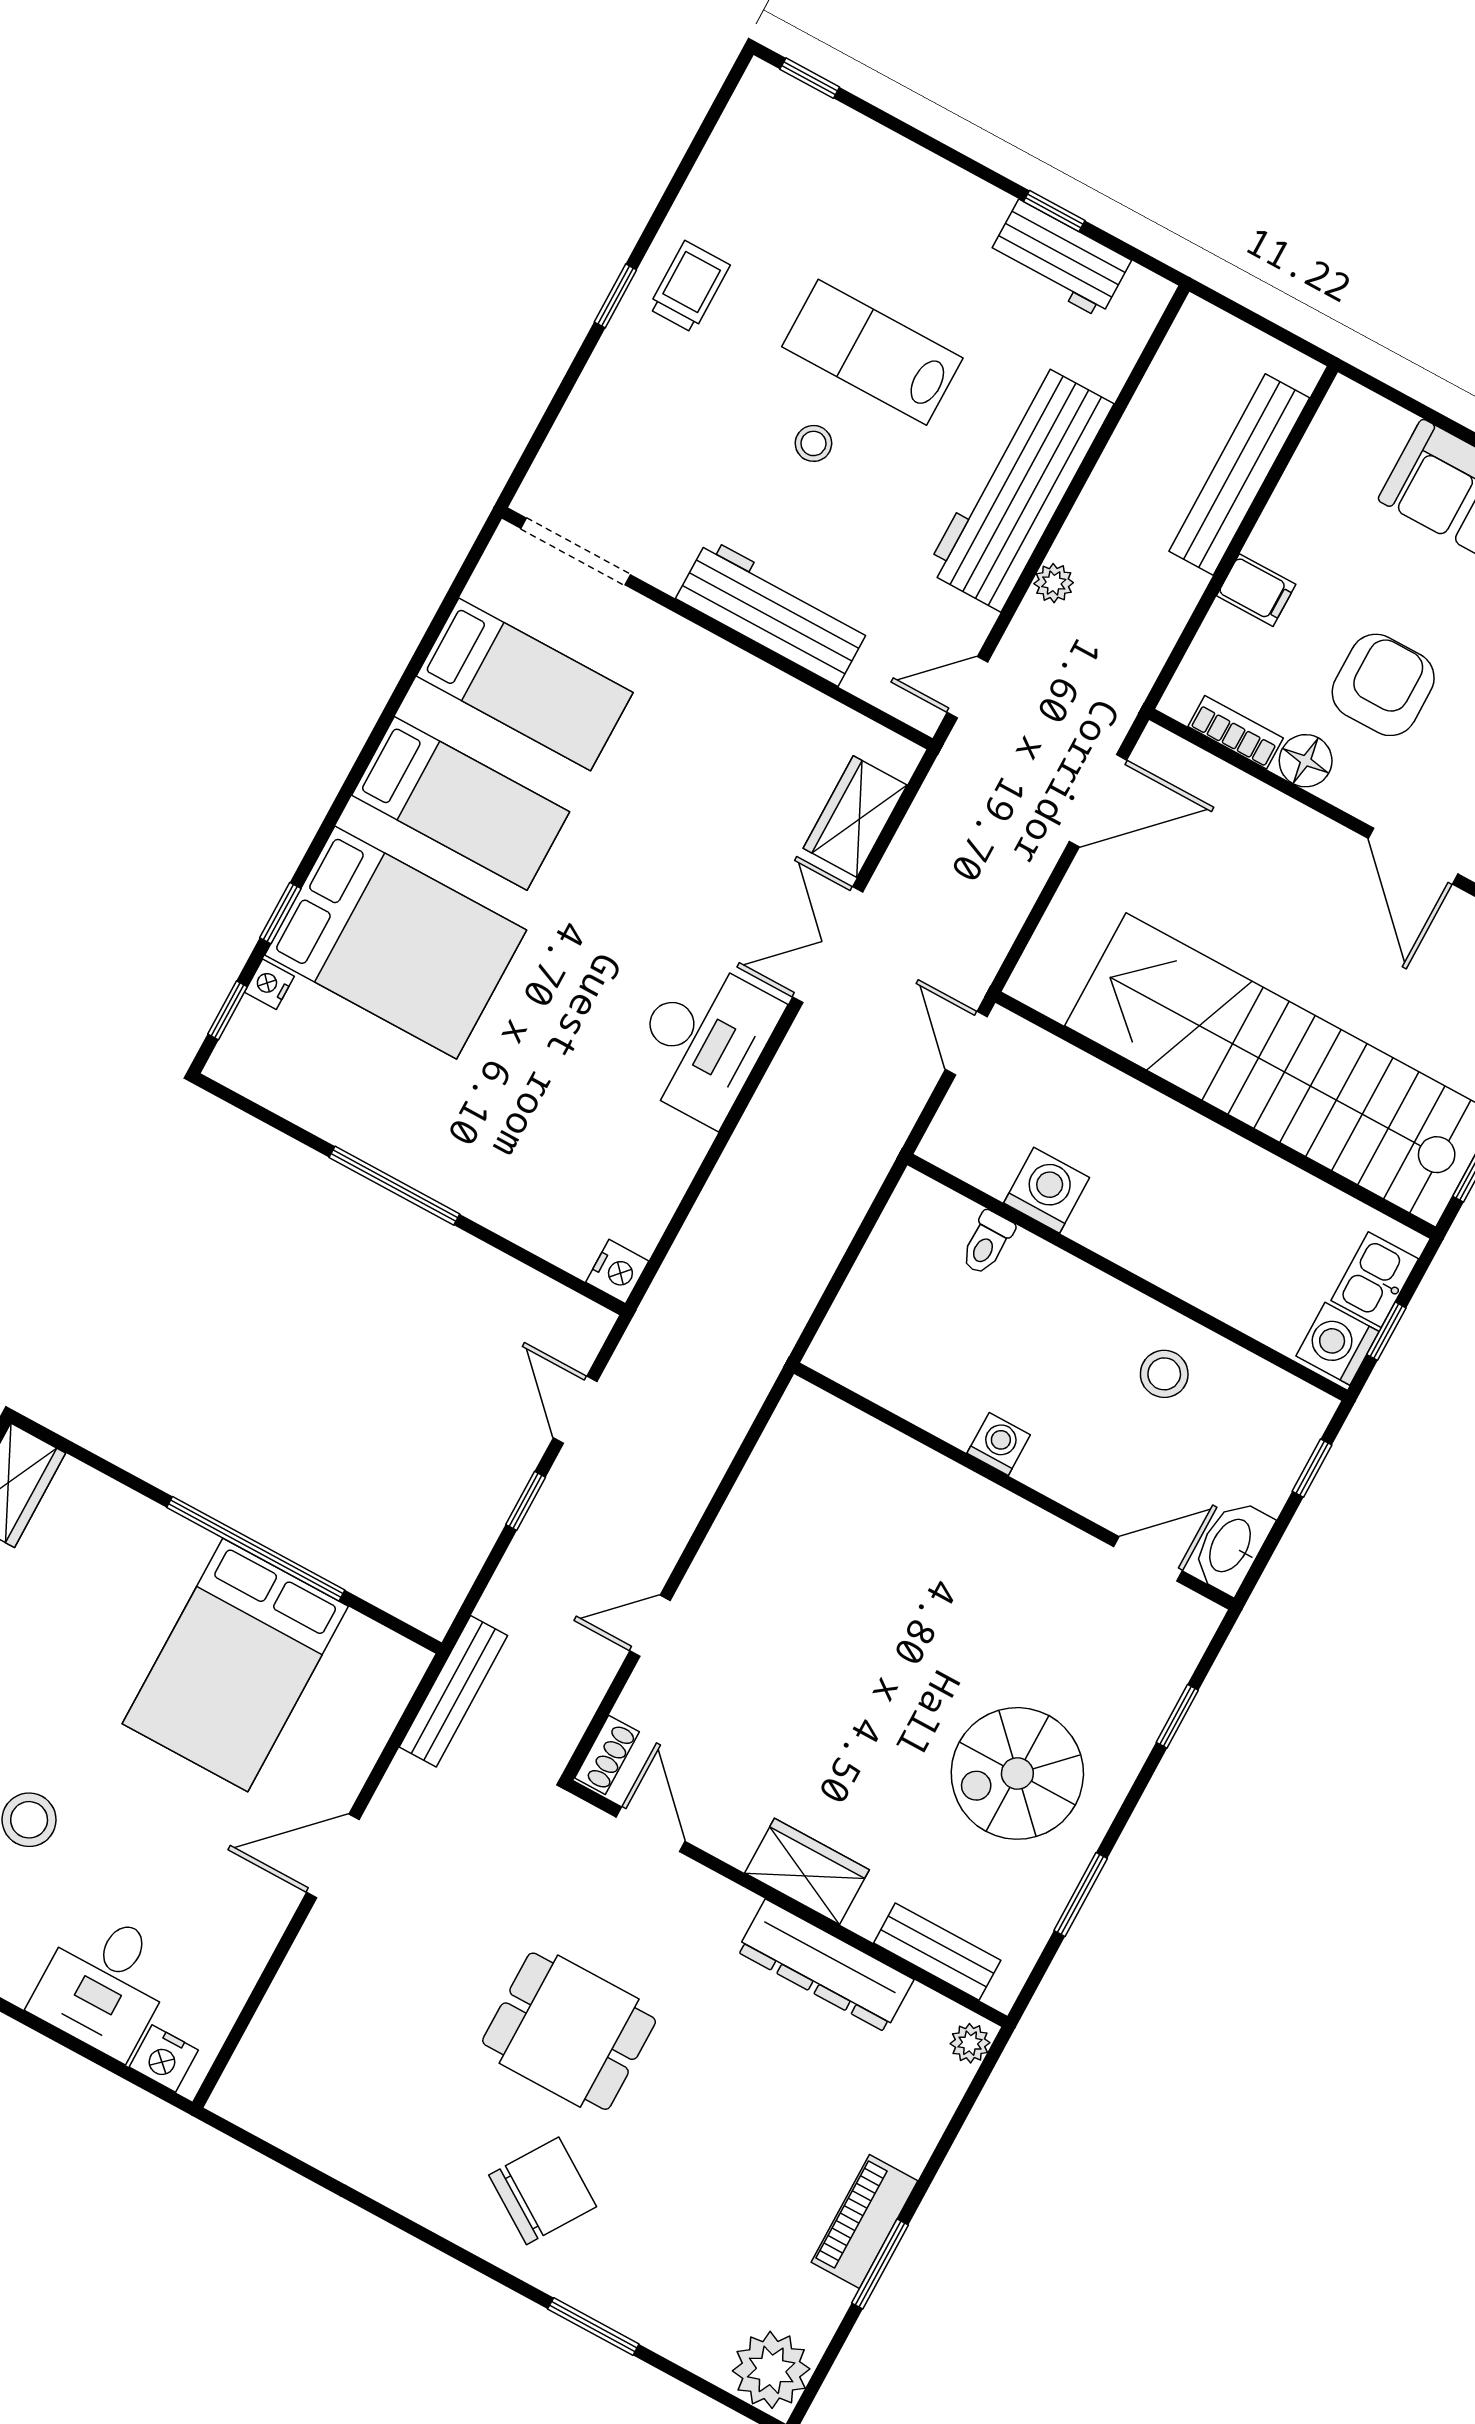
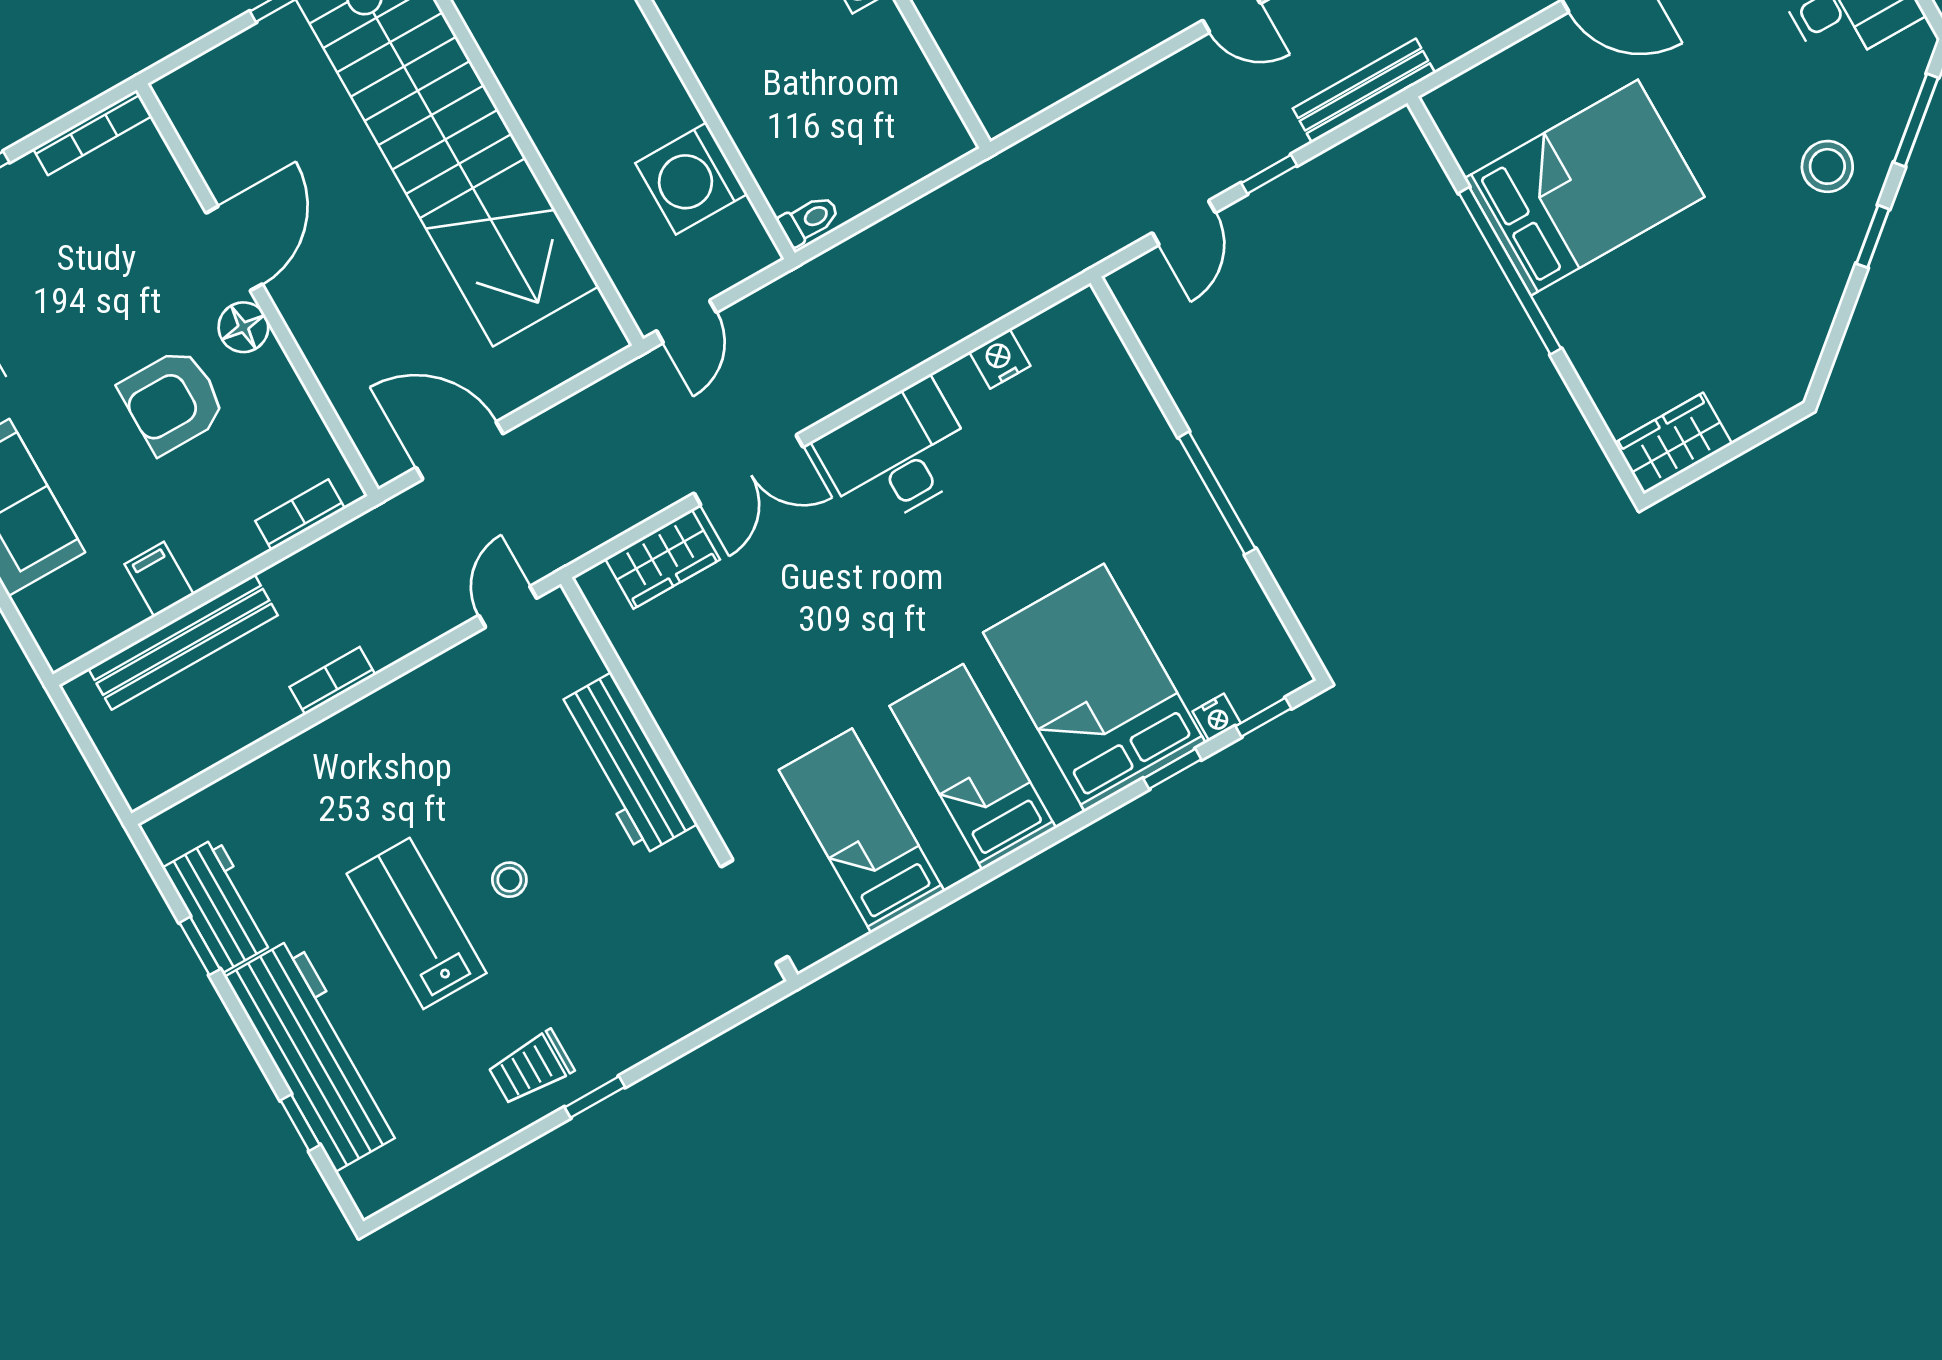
window: (810, 78) -> (300, 1123), moved
lab bench: (872, 352) -> (417, 923), turned 180
workbench: (1020, 487) -> (315, 1054), moved, turned -90
bookcase: (1083, 523) -> (333, 681), added
plant: (1054, 583) -> (386, 647), removed
filing cabinet: (1256, 590) -> (159, 579), moved
door: (967, 687) -> (508, 607), swing flipped
bookcase: (1236, 732) -> (300, 515), moved, turned 90
floor lamp: (1306, 761) -> (243, 327), moved
washing machine: (1047, 1190) -> (691, 179), width x1.37, depth x1.37
toilet: (987, 1243) -> (809, 220), moved
nightstand: (617, 1272) -> (1000, 359), moved
bench: (453, 1691) -> (1364, 91), moved

